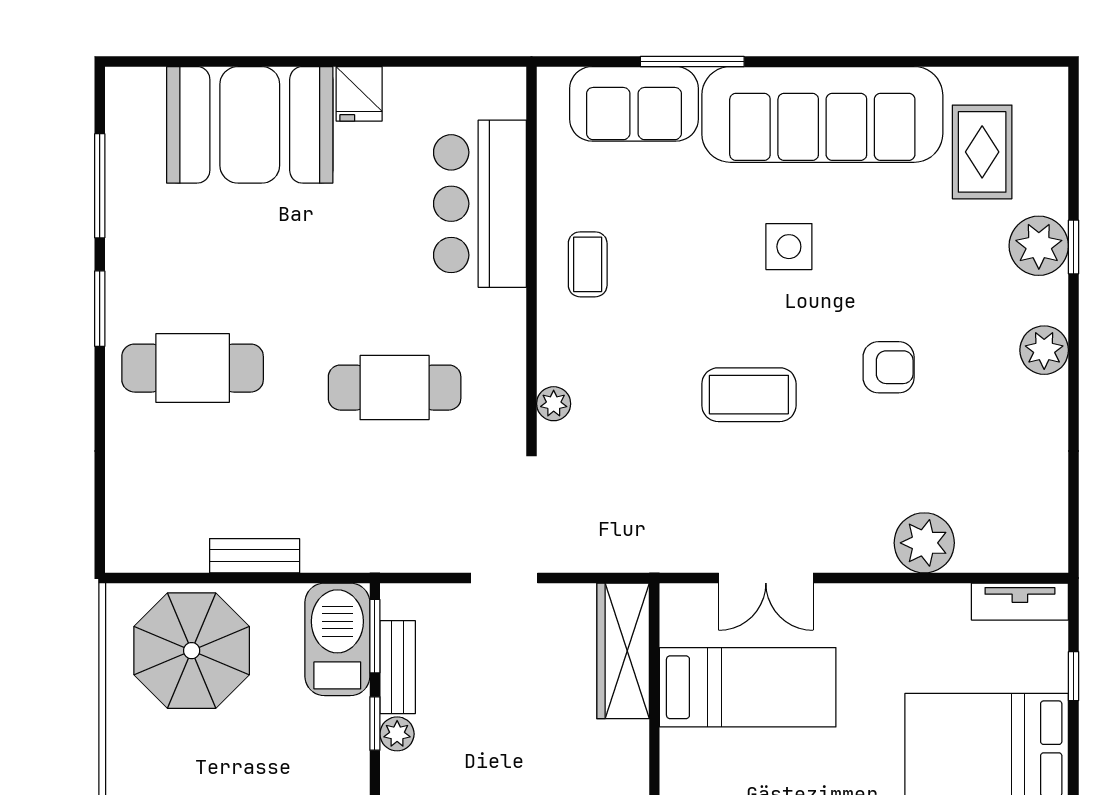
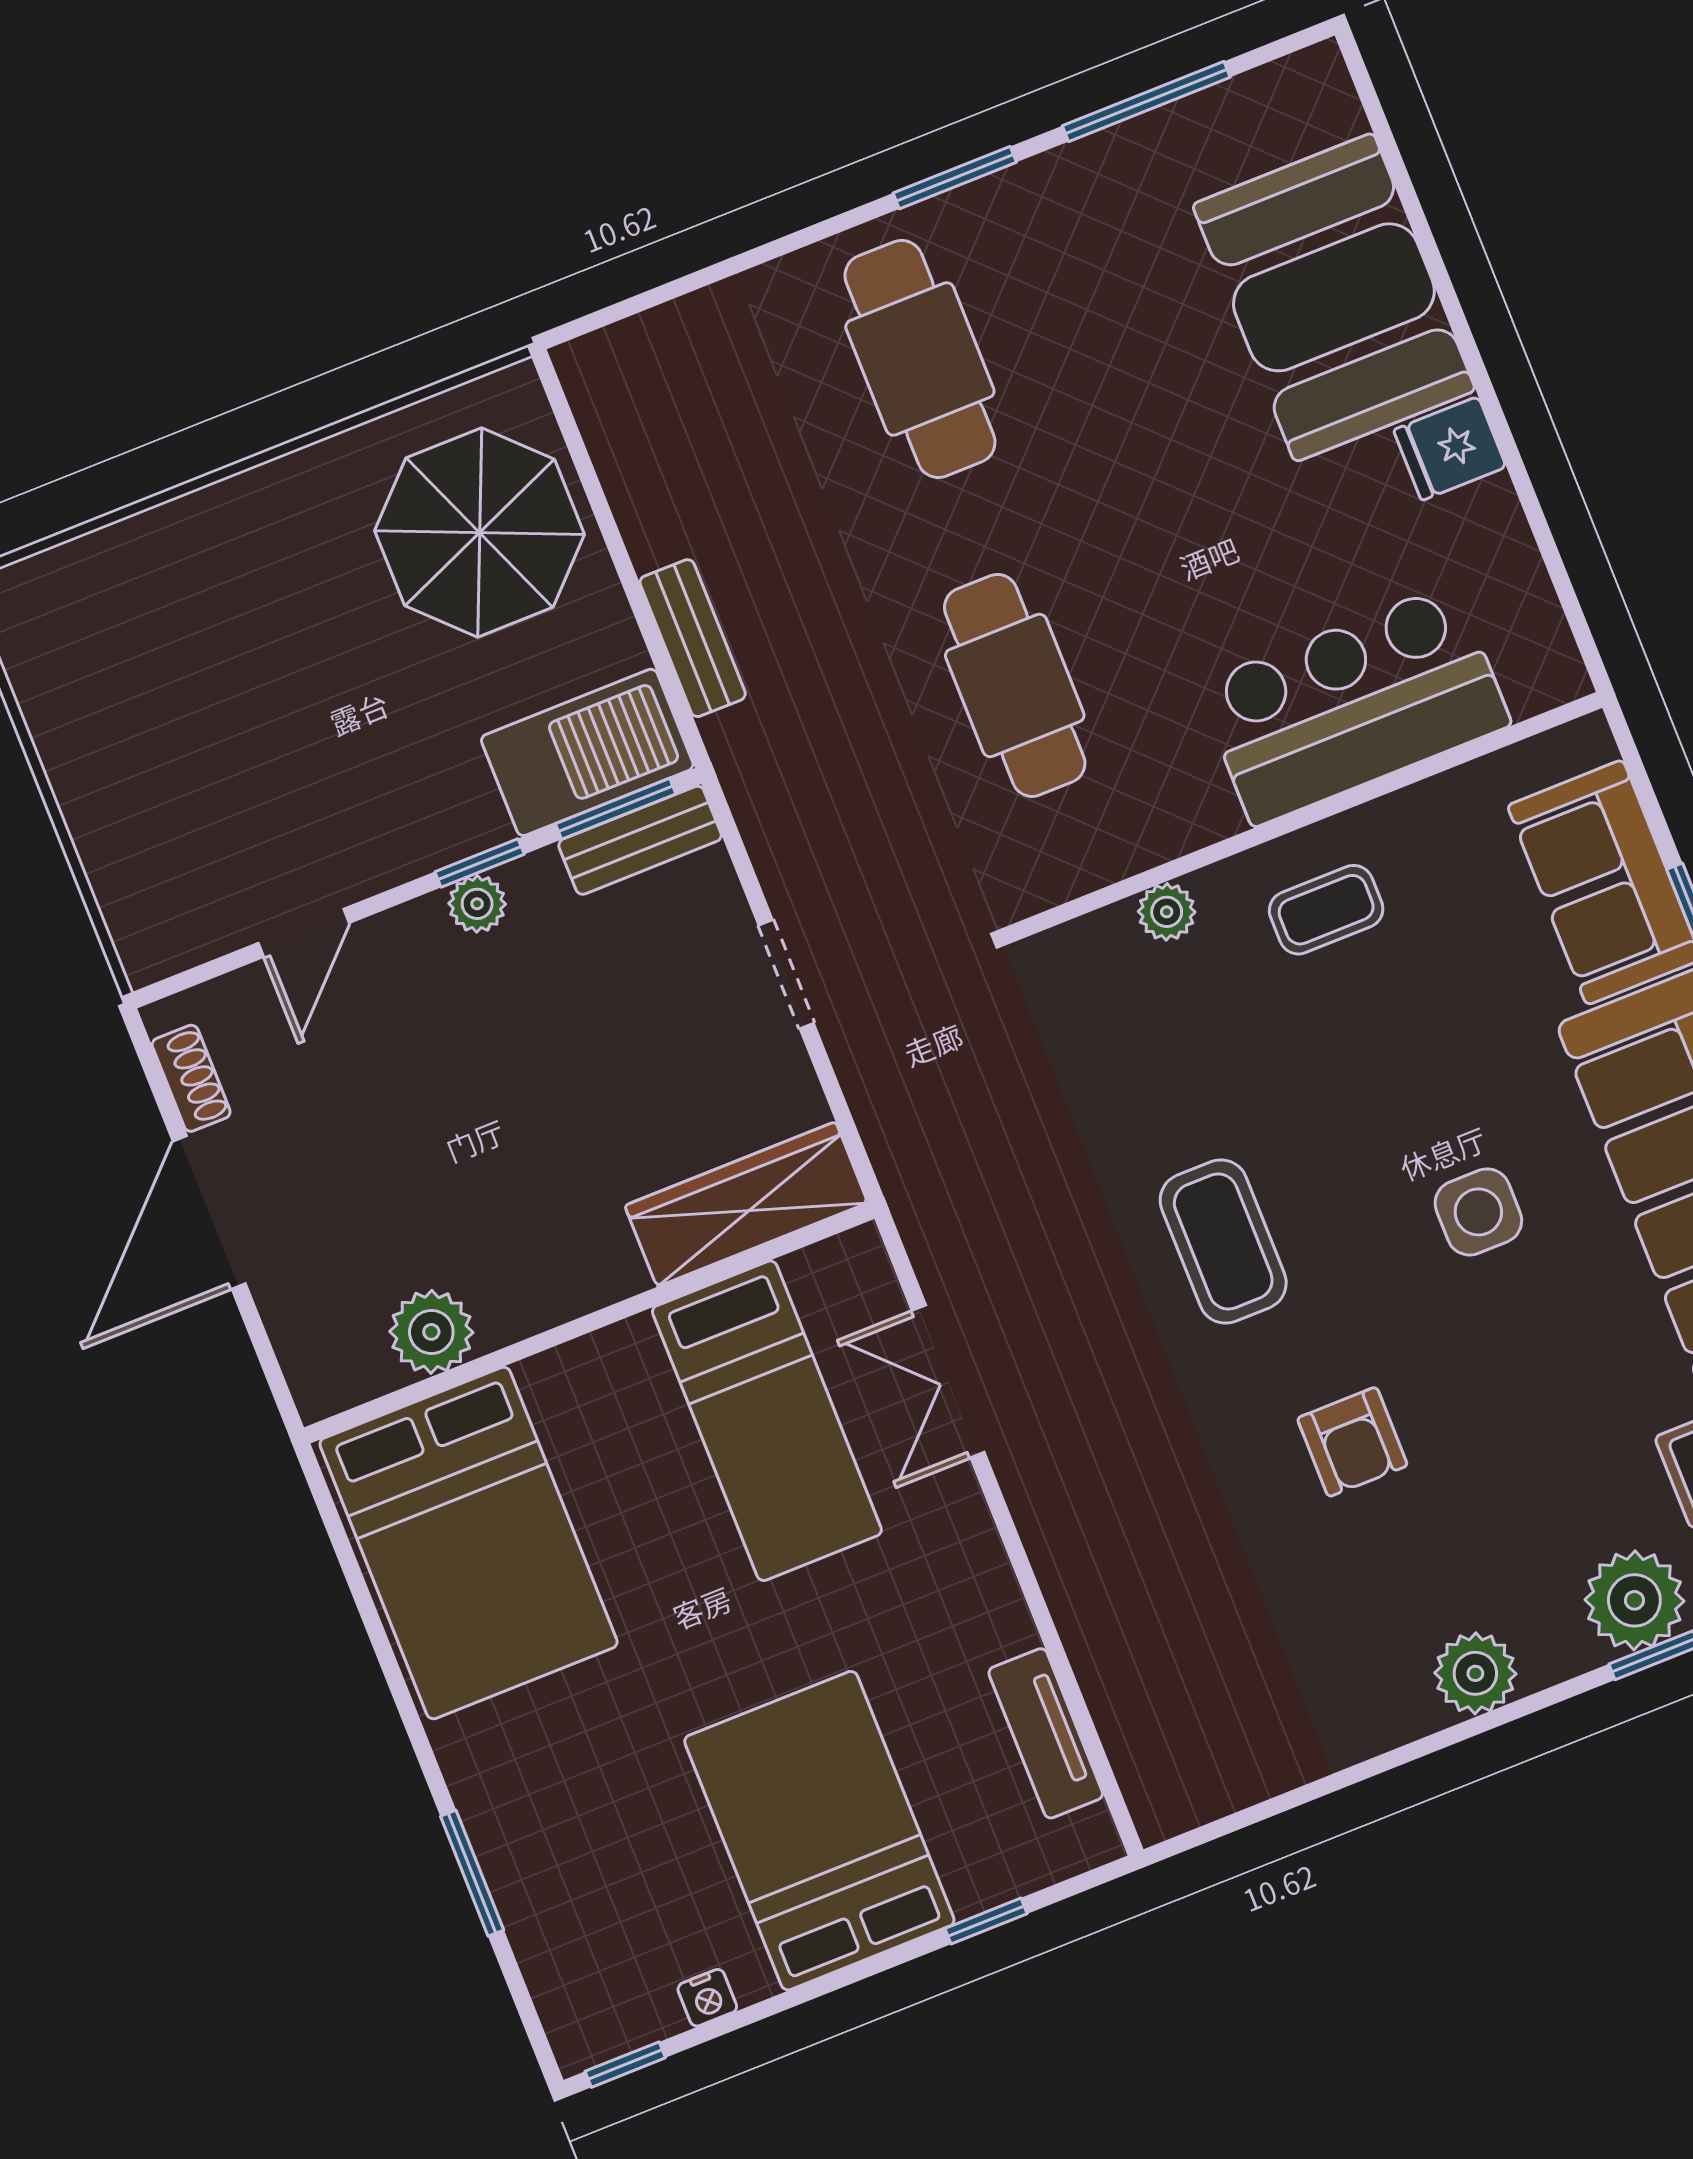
plant: (554, 404) -> (1167, 912), moved
plant: (924, 543) -> (1101, 1606), removed
bench: (255, 556) -> (693, 638), moved
tv unit: (1020, 602) -> (1046, 1733), moved
bench: (398, 667) -> (640, 840), moved

